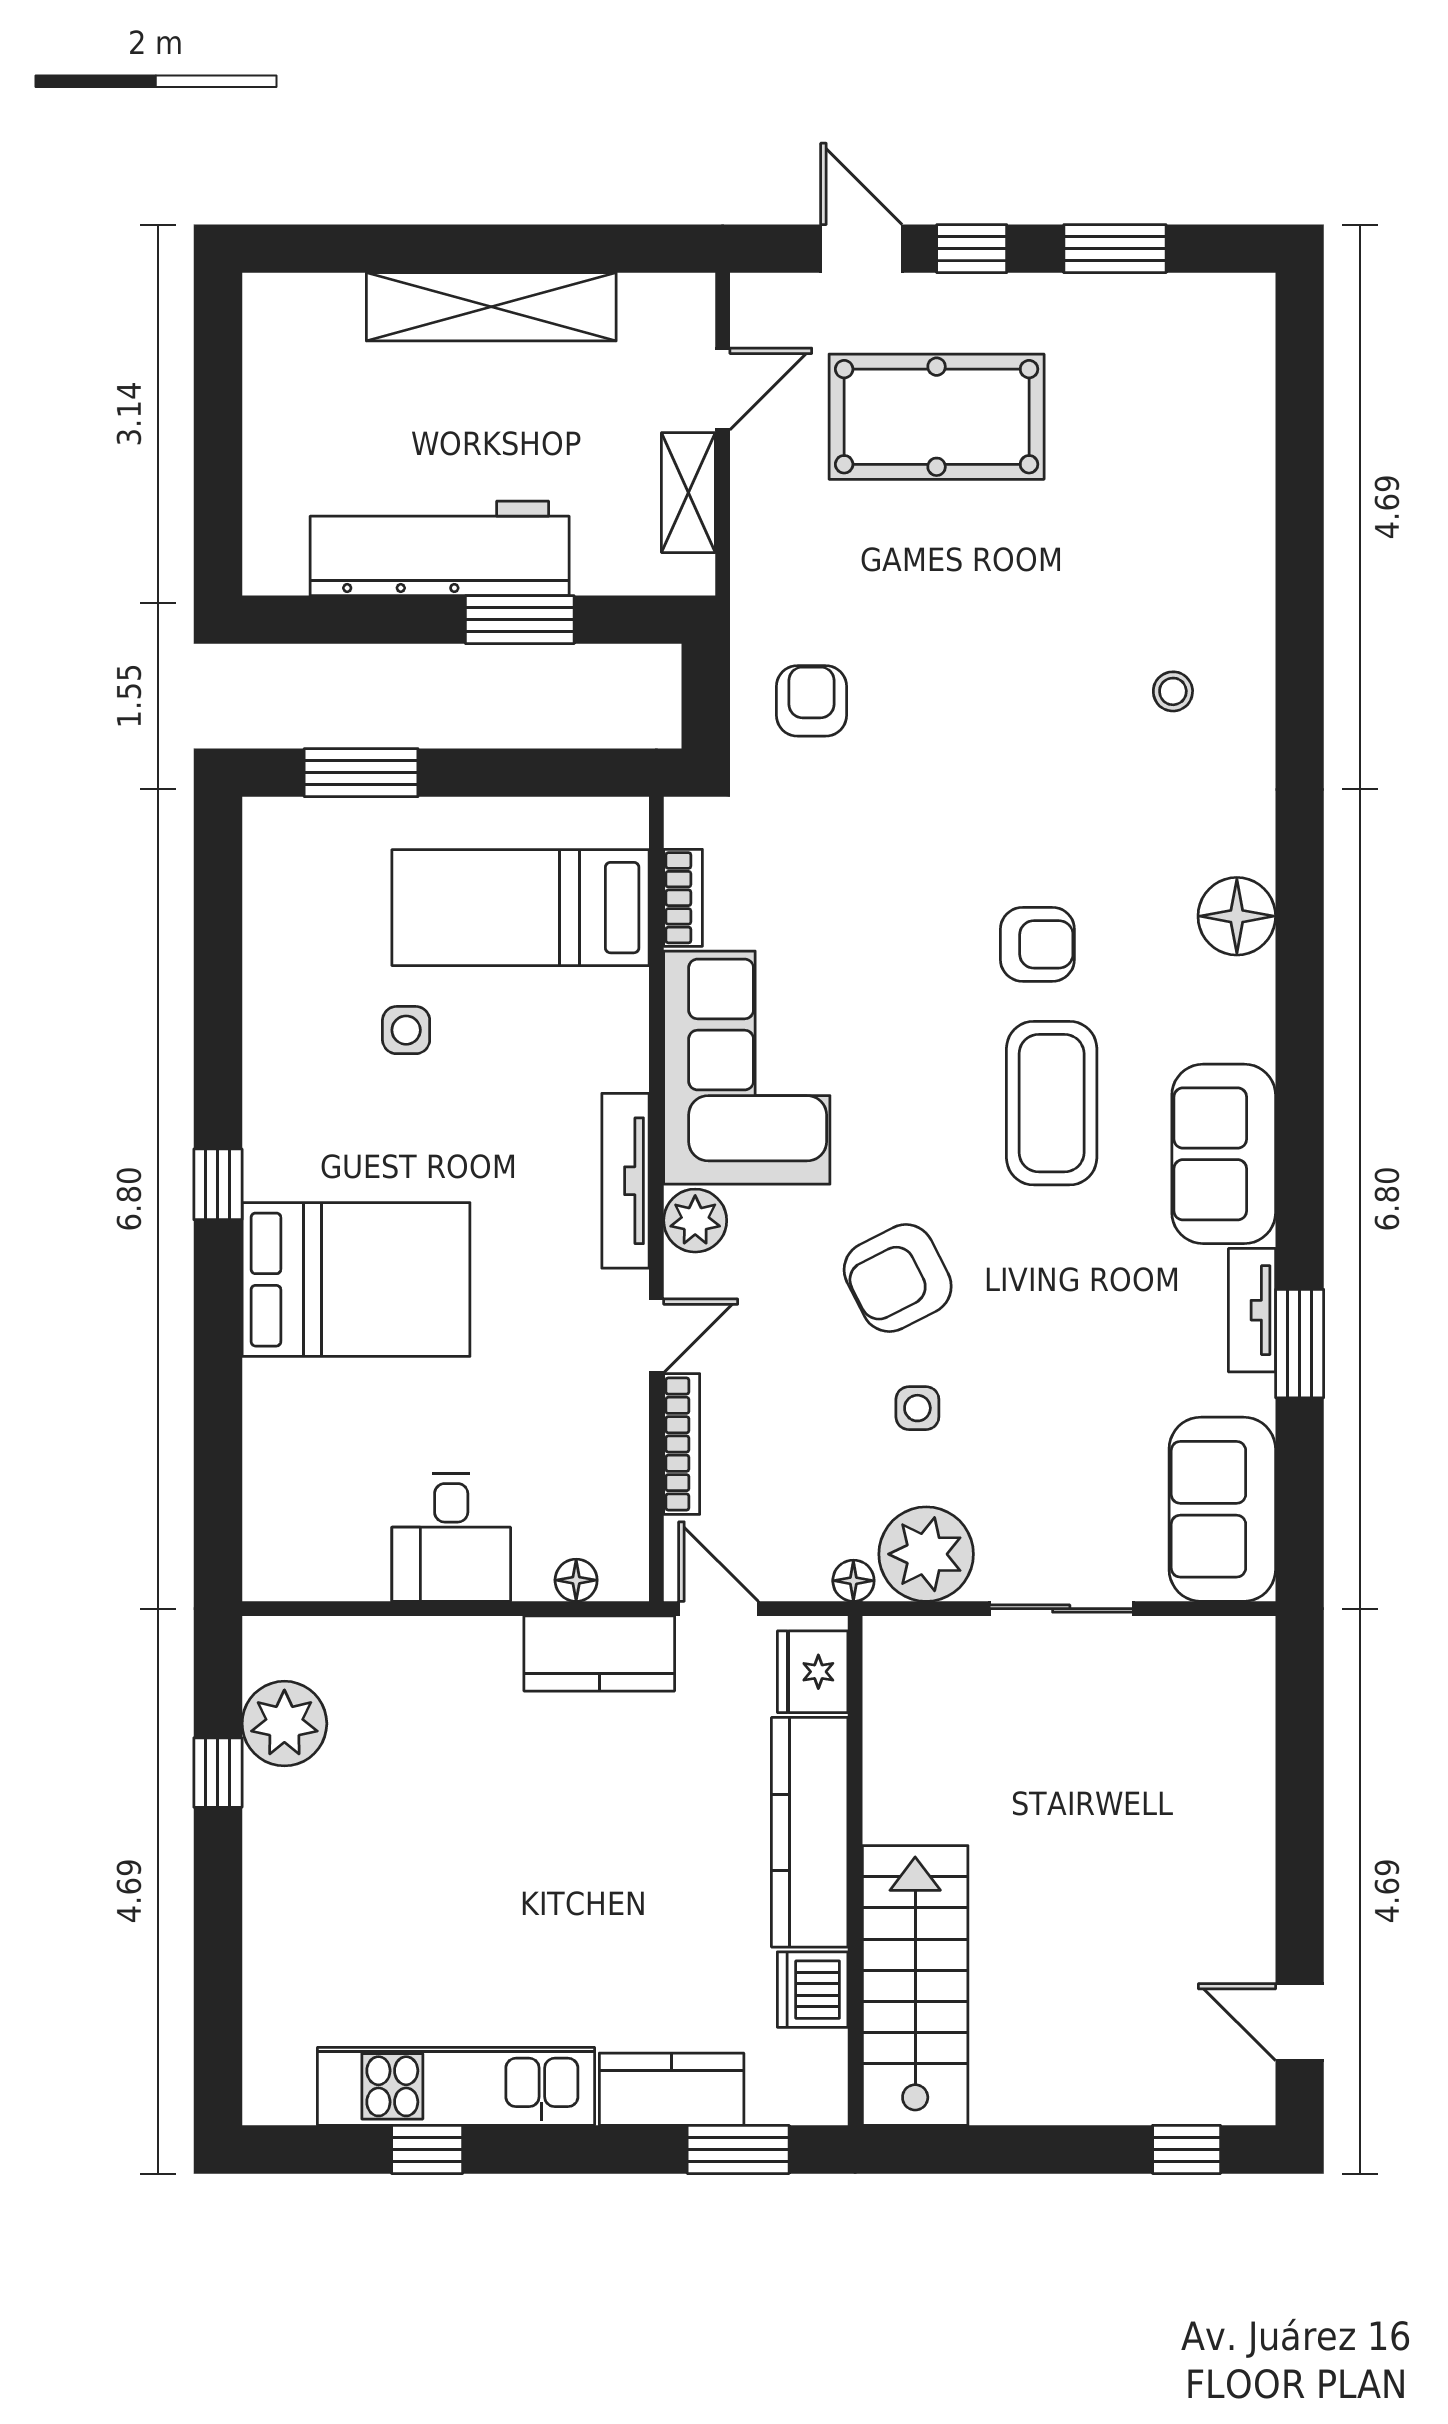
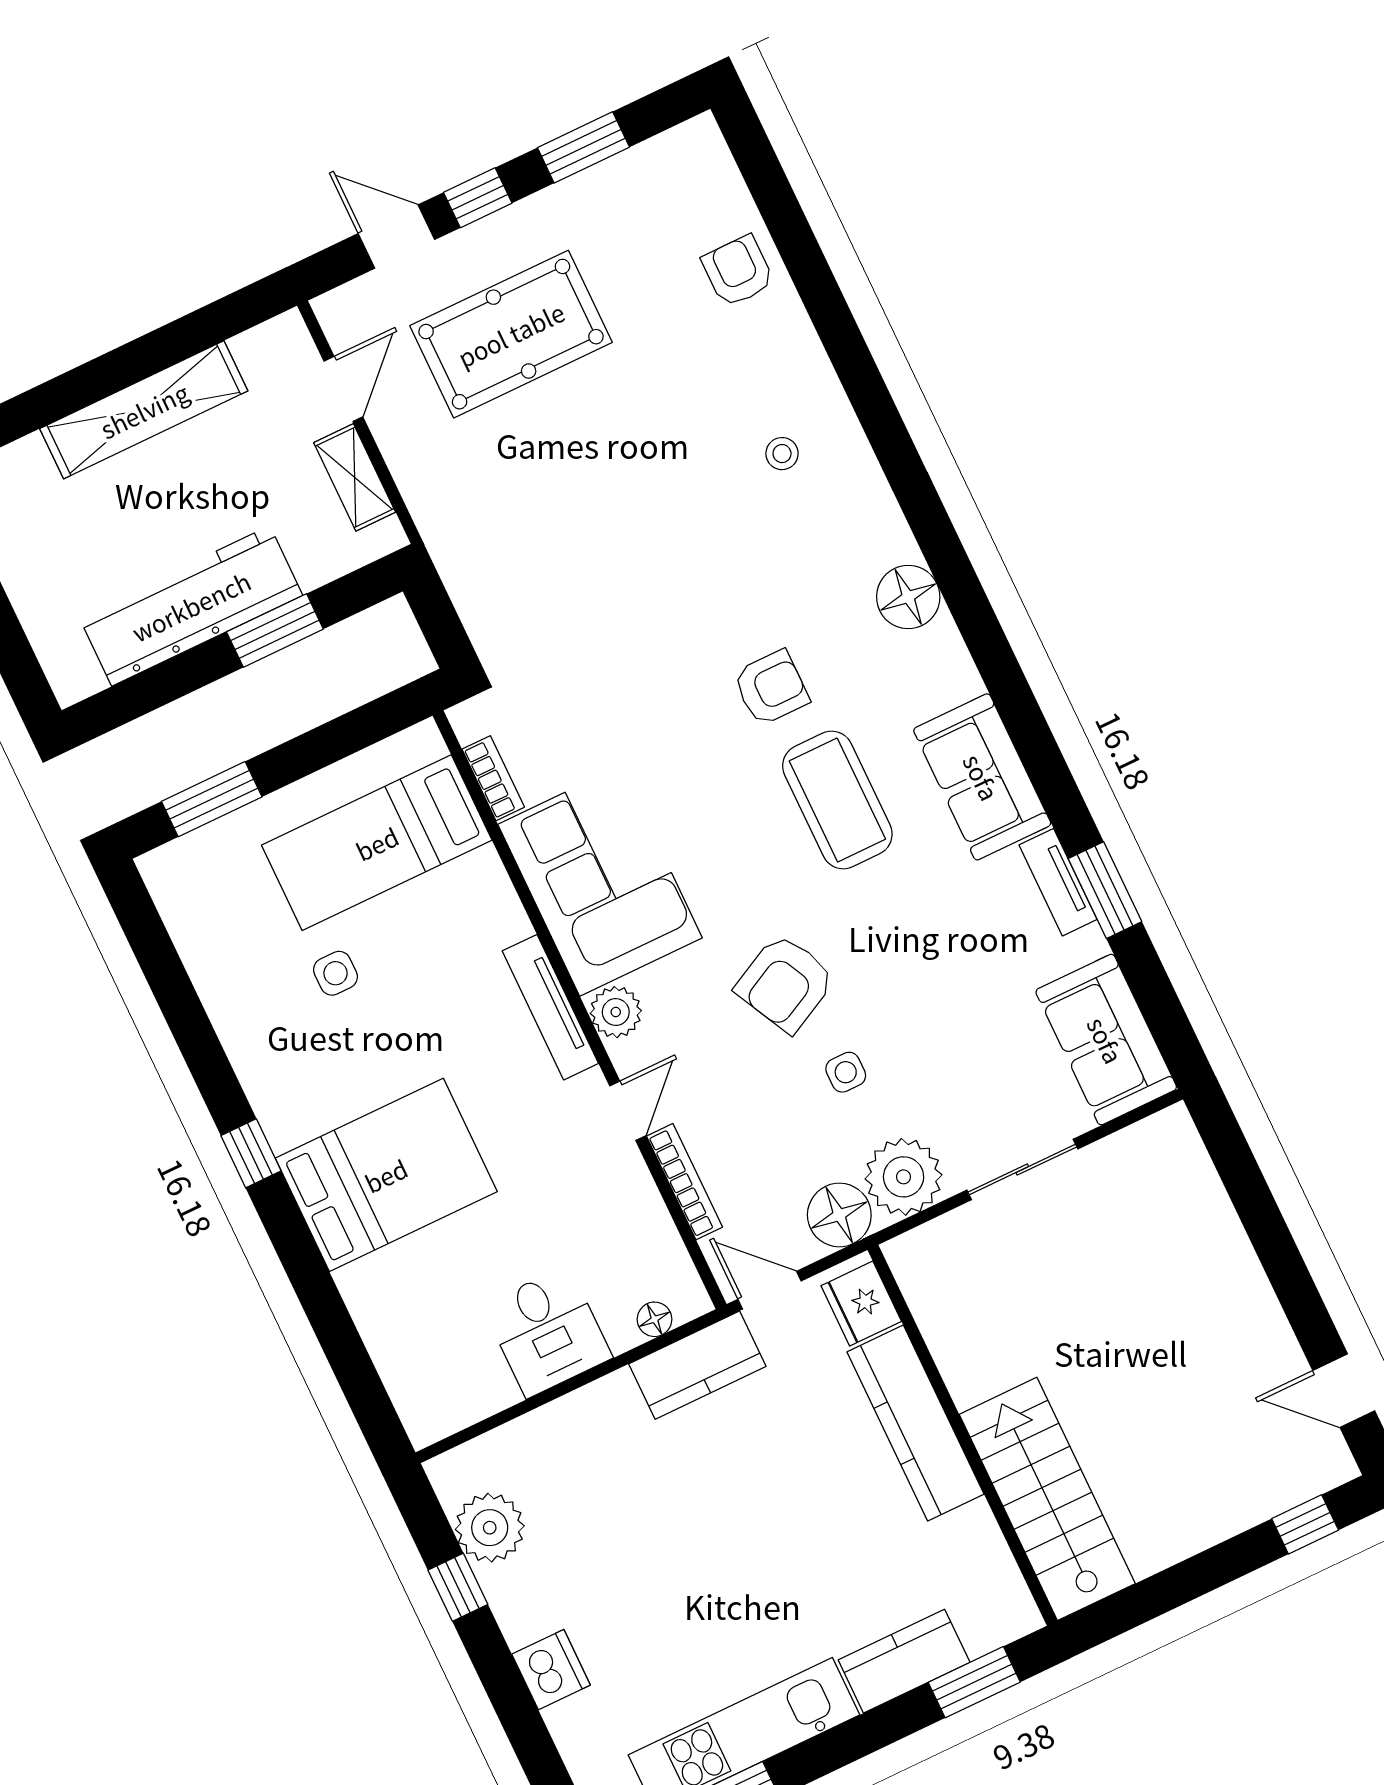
armchair: (811, 701) -> (738, 271), moved
floor lamp: (853, 1581) -> (839, 1215), width x1.89, depth x1.89
dishwasher: (813, 1990) -> (551, 1670), moved, turned 180

